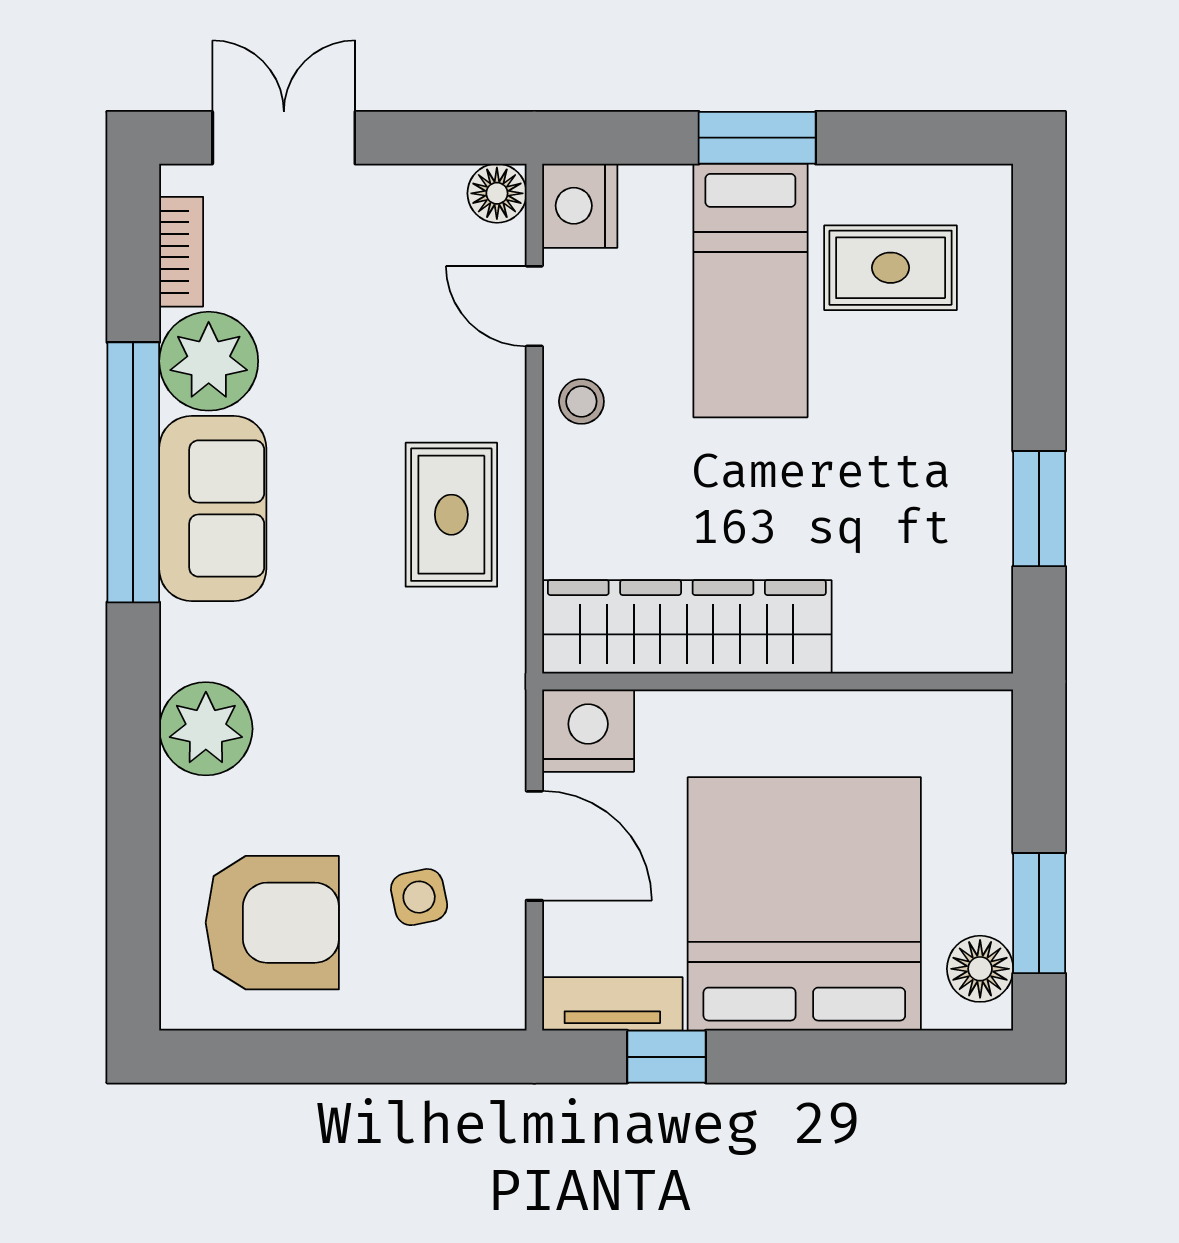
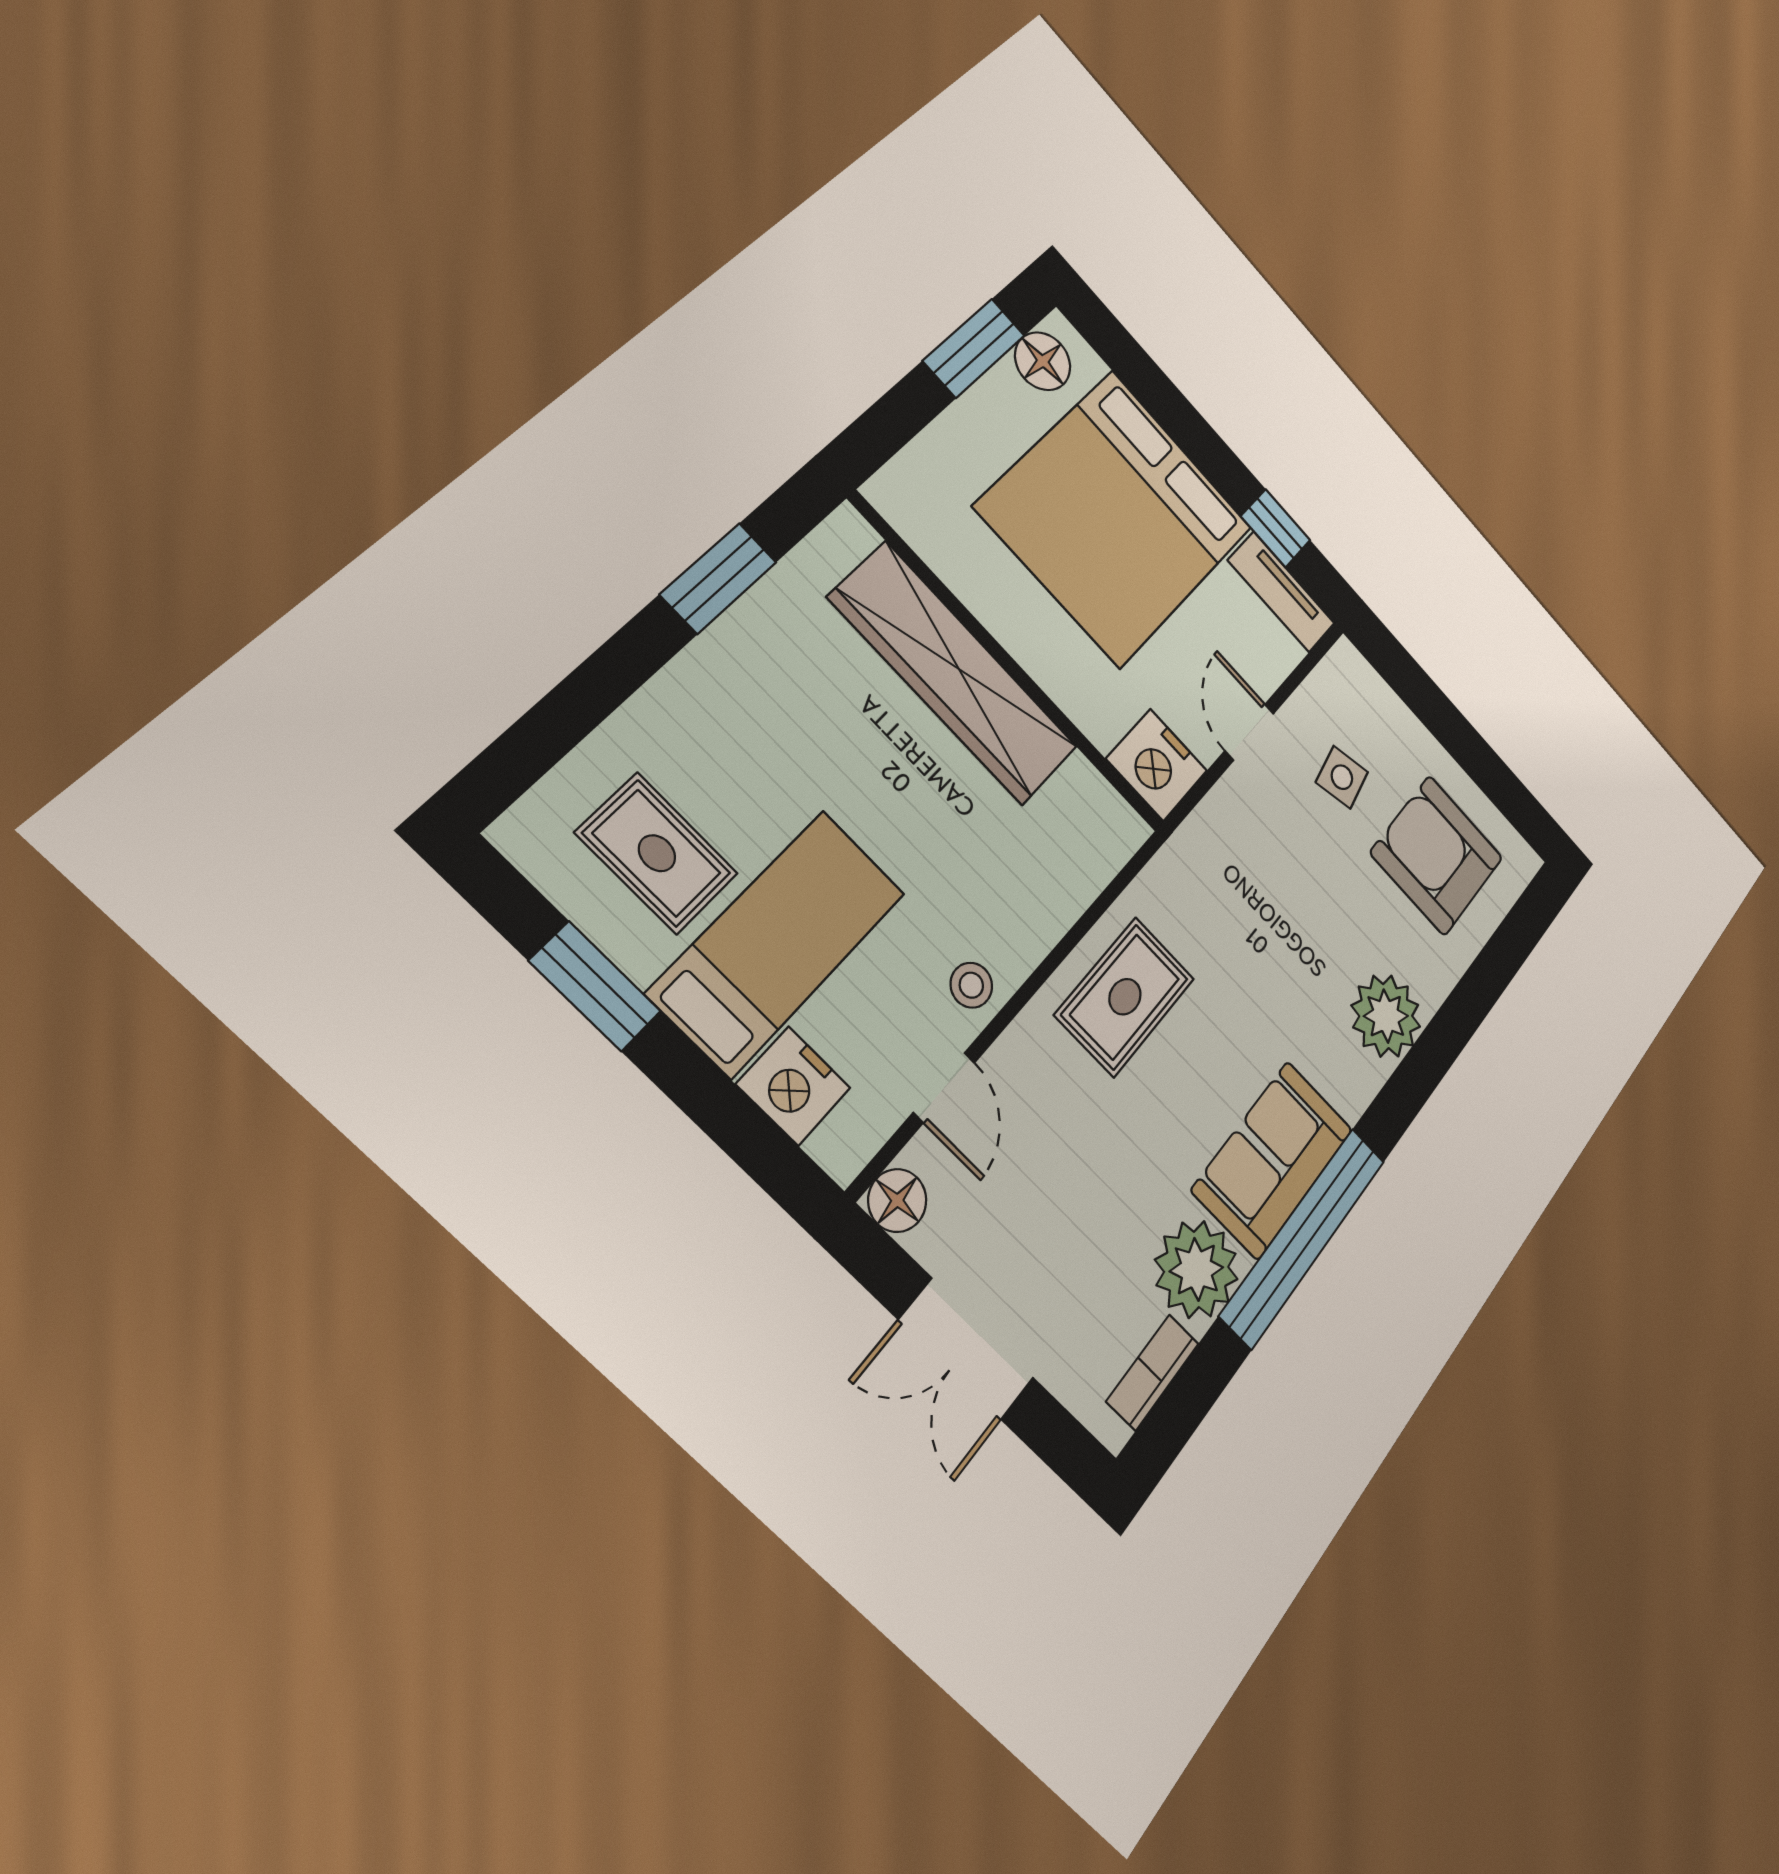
double door: (284, 138) -> (966, 1349), moved
window: (757, 138) -> (595, 986), moved
nightstand: (580, 206) -> (793, 1086), moved, turned 90
wardrobe: (687, 627) -> (954, 673), moved
door: (534, 846) -> (1249, 732), width x0.73

